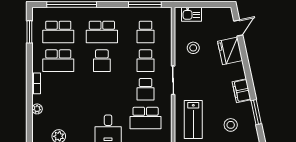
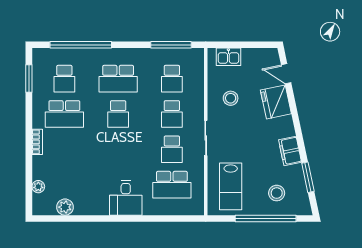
door: (238, 28) -> (286, 74), swing flipped
school desk: (58, 32) -> (64, 79), width x0.54
plant: (37, 109) -> (38, 187), moved

